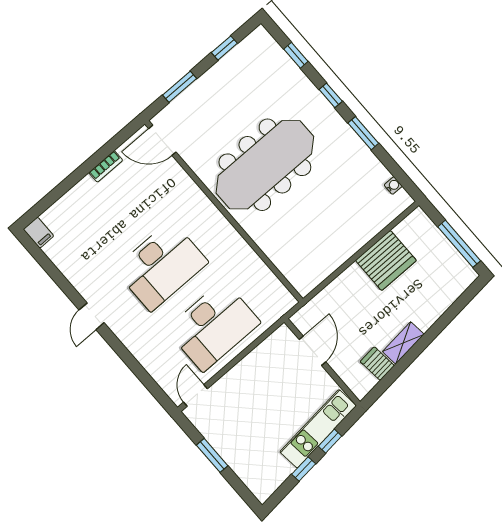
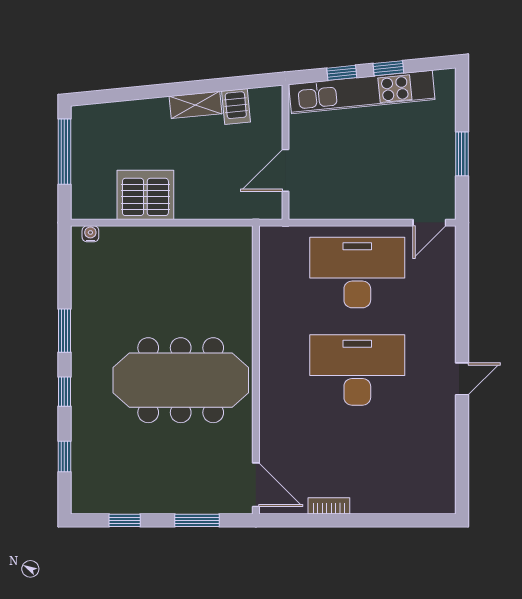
water cooler: (393, 186) -> (90, 234), moved, turned 90
filing cabinet: (38, 233) -> (444, 499), removed
kitchen unit: (318, 429) -> (362, 92), width x1.36

